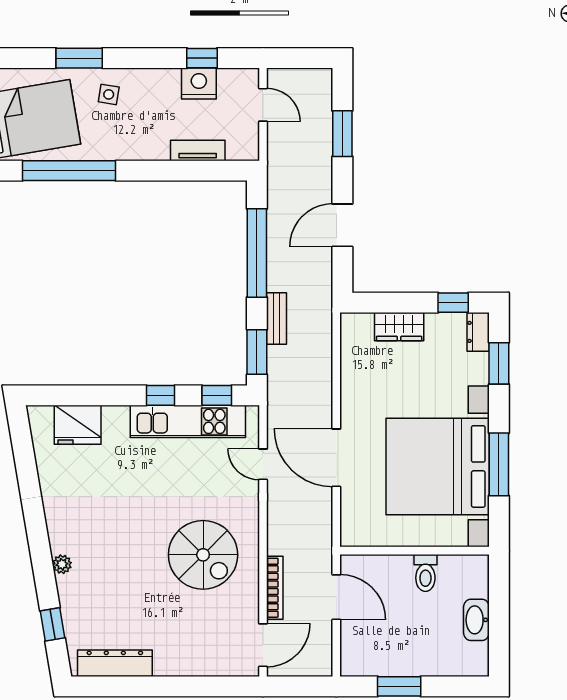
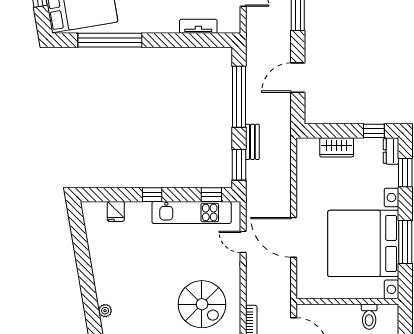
window: (161, 395) -> (152, 195), moved
fridge: (78, 425) -> (116, 211), width x0.53, depth x0.75
toilet: (425, 573) -> (369, 317), moved

